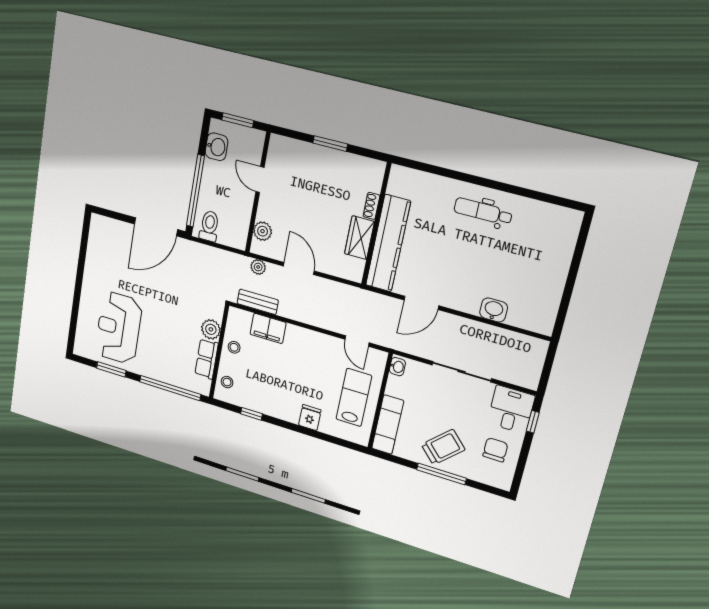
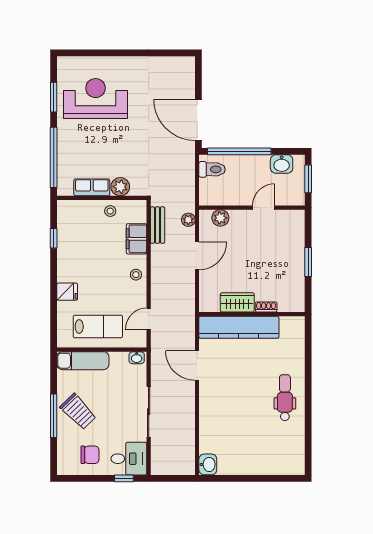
washbasin: (494, 310) -> (208, 464), moved
stool: (227, 382) -> (136, 275), moved

